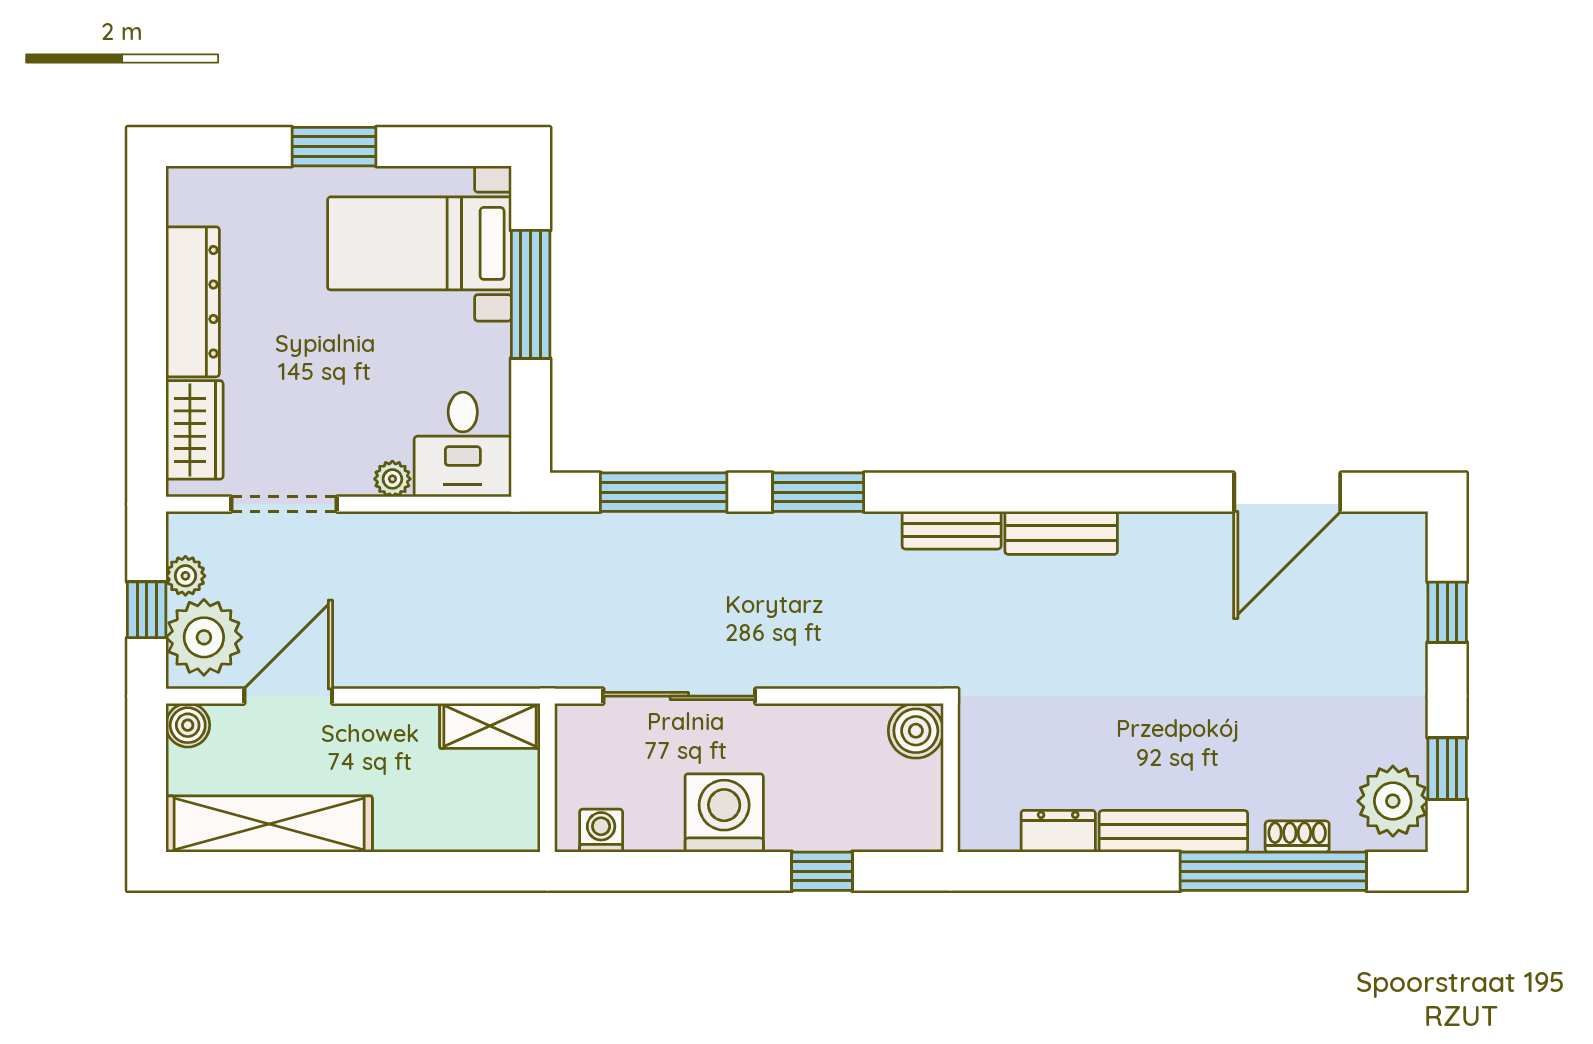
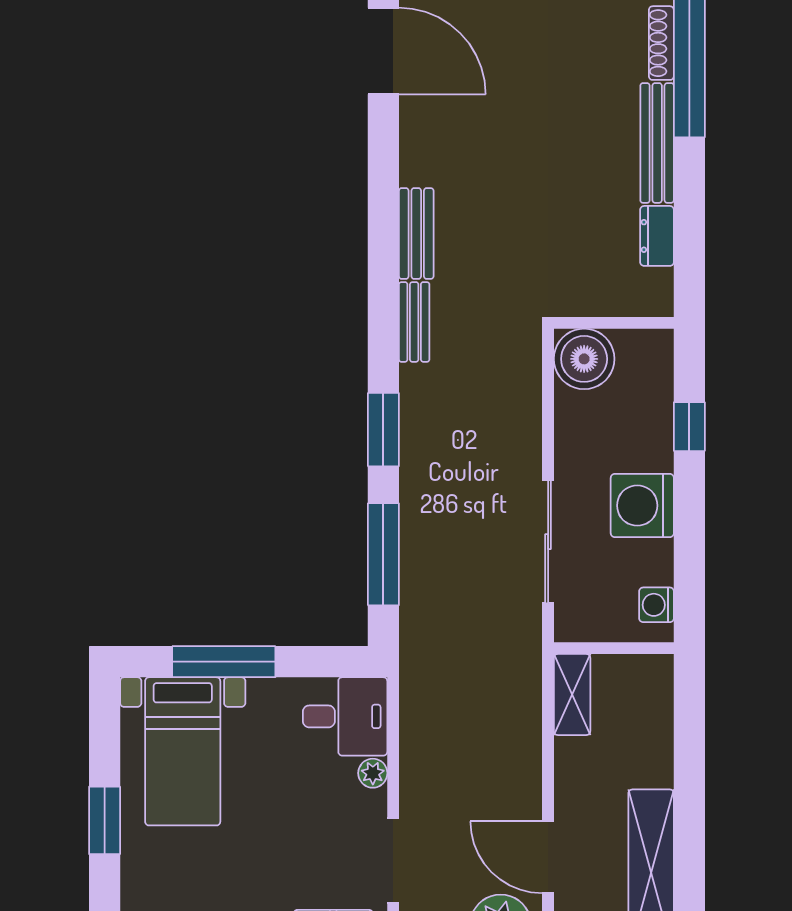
boiler: (916, 731) -> (584, 359), width x1.37, depth x1.37
shoe rack: (1297, 837) -> (661, 43), width x1.43

